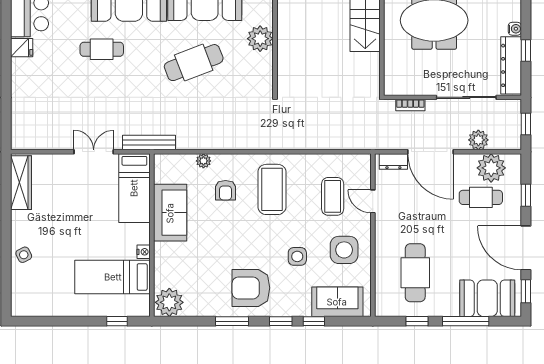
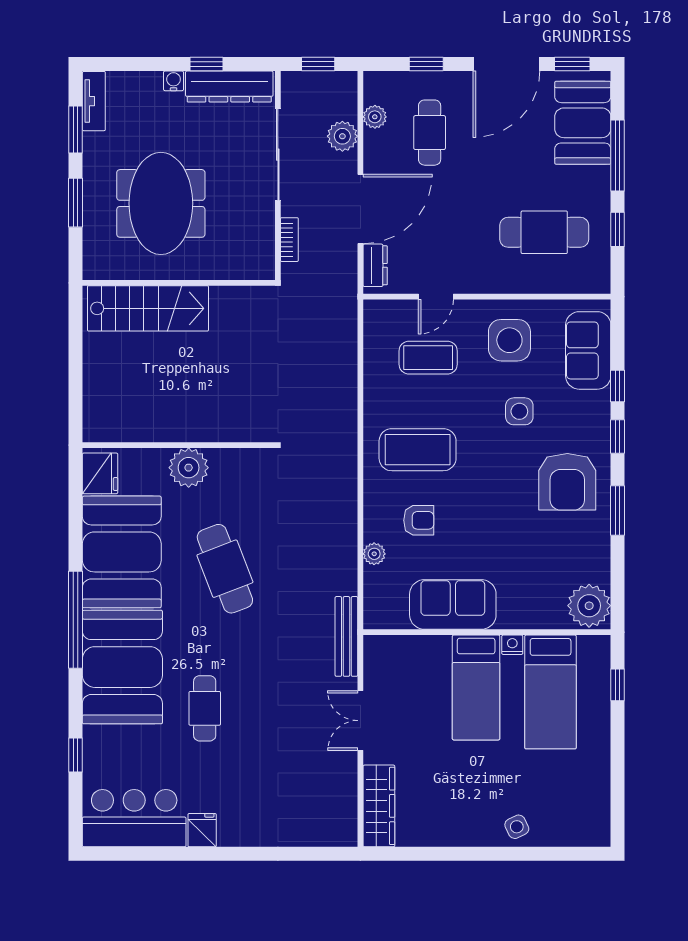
plant: (491, 168) -> (375, 117), width x0.53, depth x0.53
wardrobe: (21, 183) -> (379, 806), moved, turned 90
bed: (134, 188) -> (476, 687), moved, turned 90

